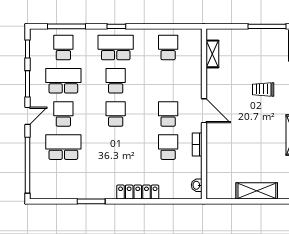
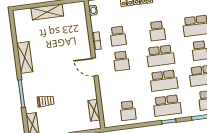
school desk: (116, 81) -> (164, 81), width x1.85
trolley: (263, 89) -> (46, 101), moved
school desk: (116, 114) -> (161, 56), width x1.85
school desk: (116, 147) -> (157, 31), added

